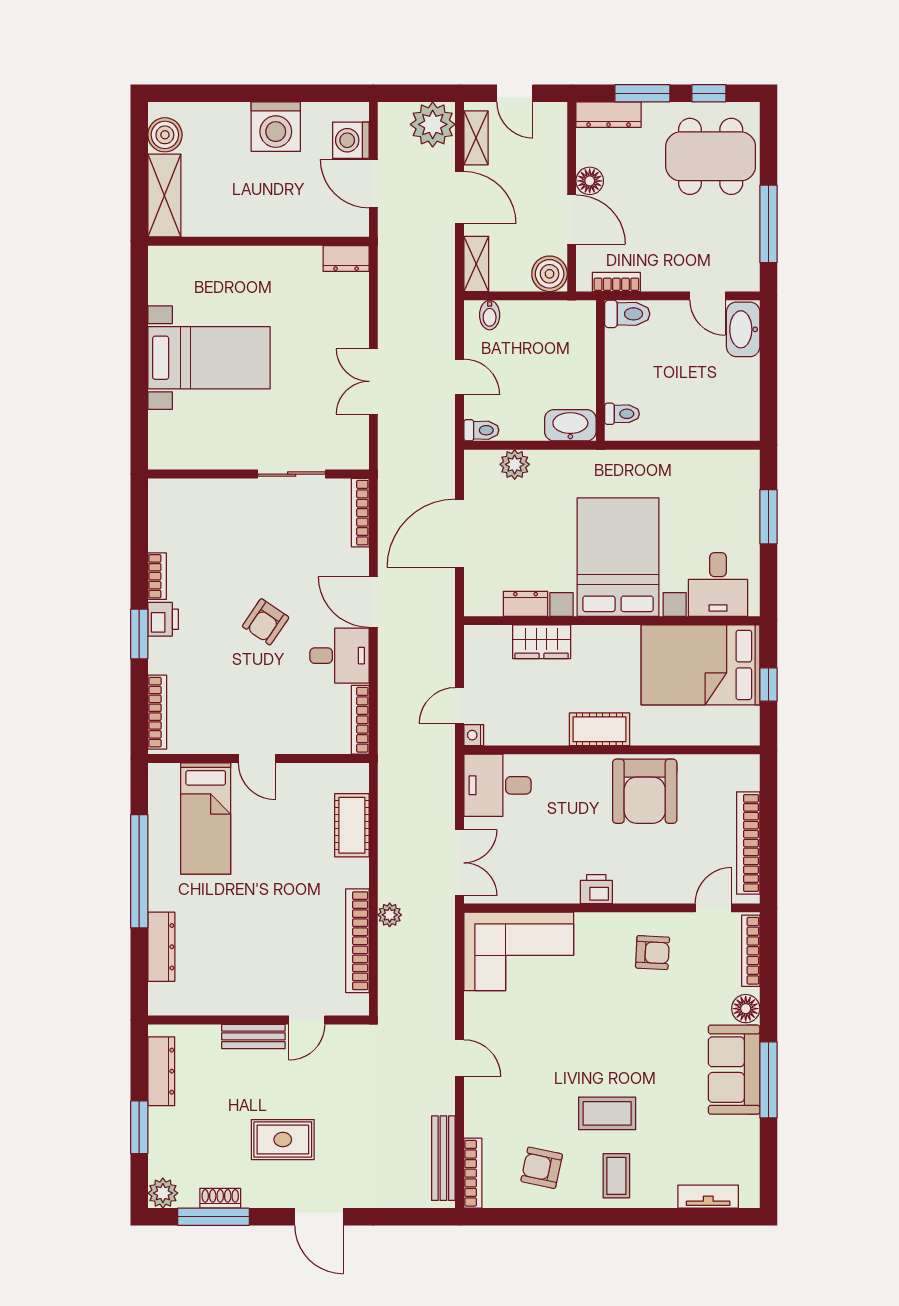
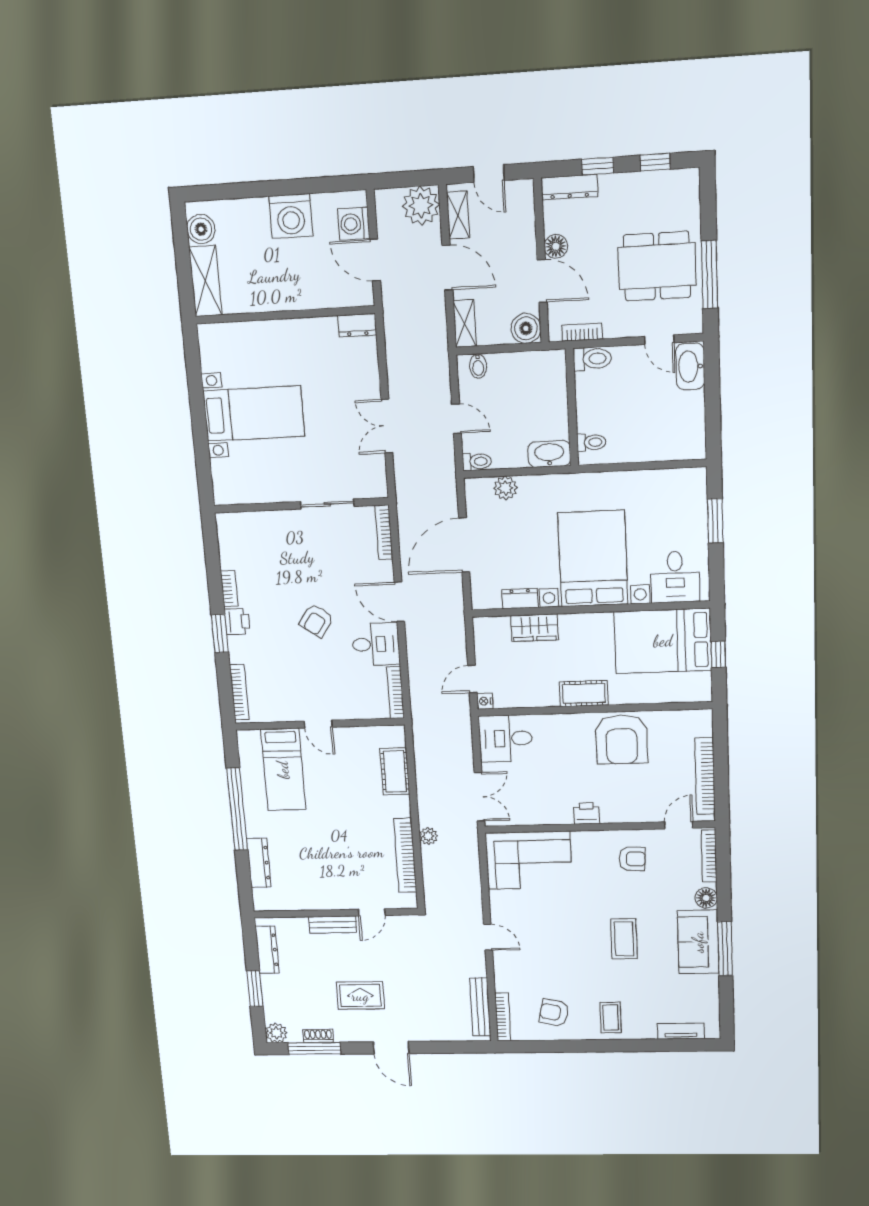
window: (642, 93) -> (598, 166), width x0.67
dining table: (711, 156) -> (657, 266), moved
coffee table: (607, 1113) -> (624, 939), moved, turned 90

